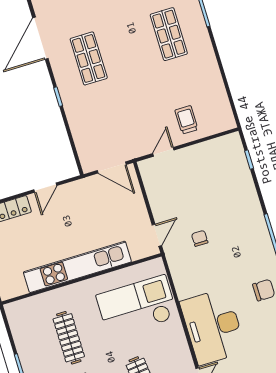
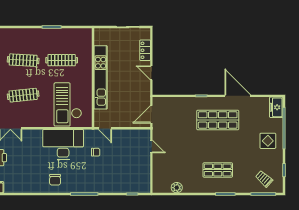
shop shelf: (89, 58) -> (218, 120), width x1.43, depth x1.36
plant: (217, 91) -> (177, 188), added
trolley: (186, 120) -> (166, 165), removed
checkout: (137, 306) -> (68, 104), turned 180
desk: (213, 327) -> (63, 144), moved

